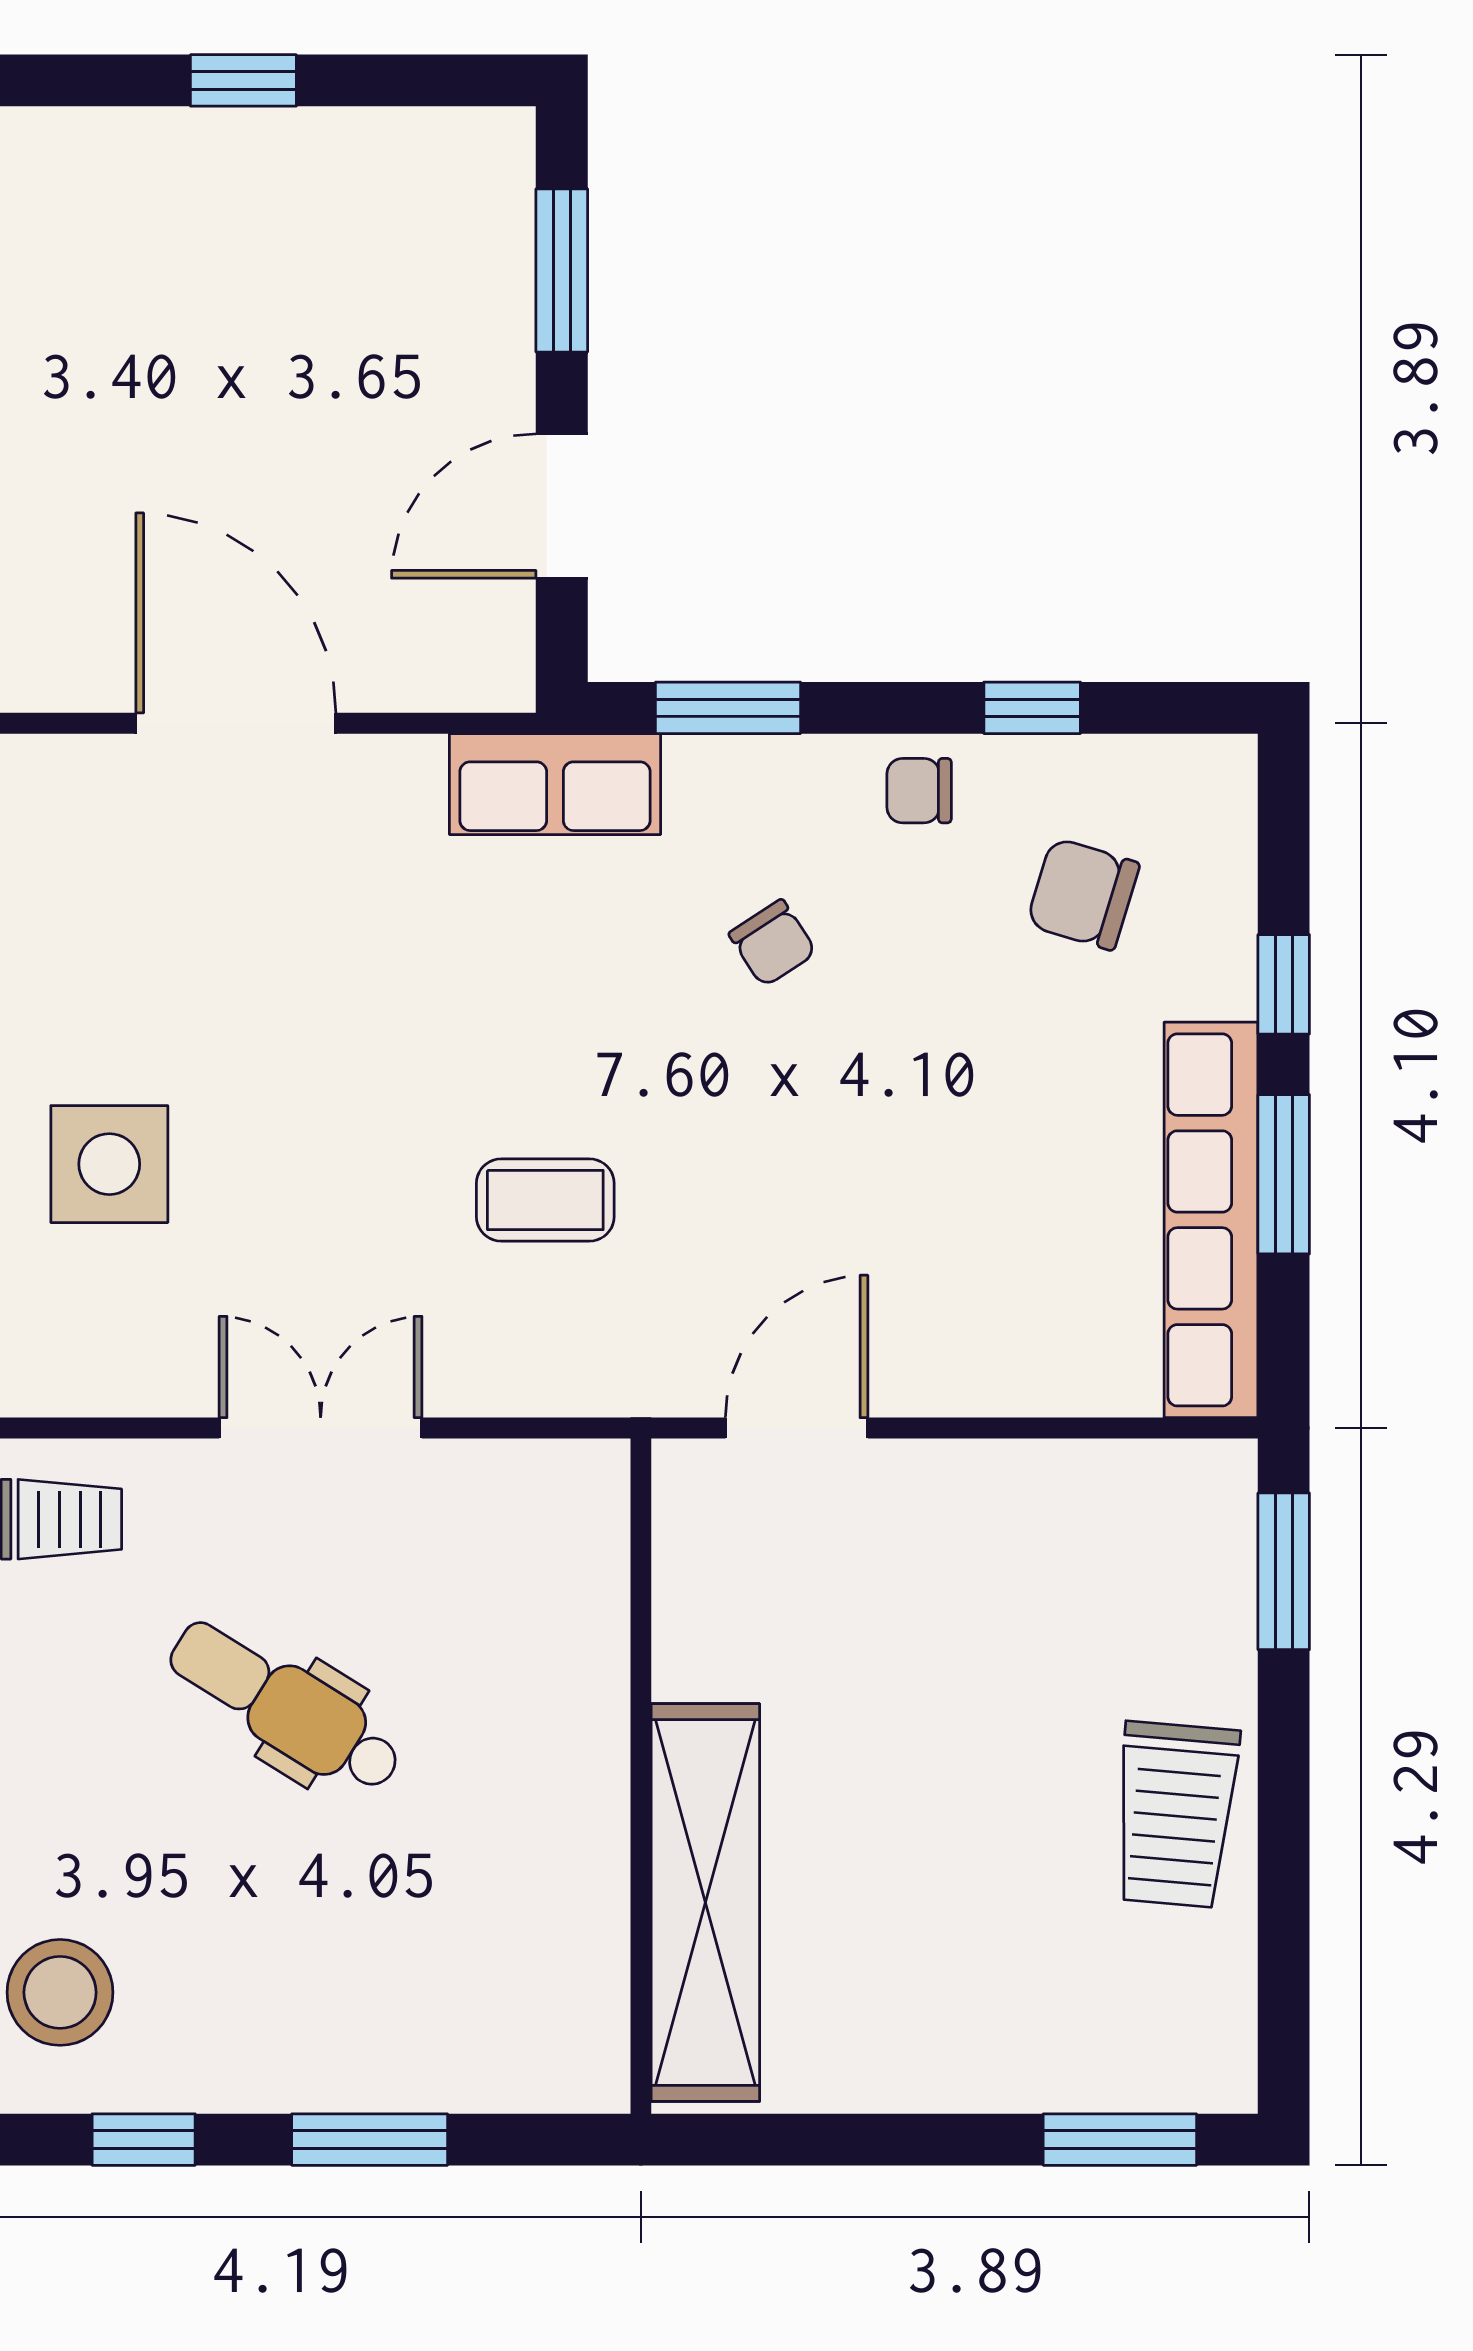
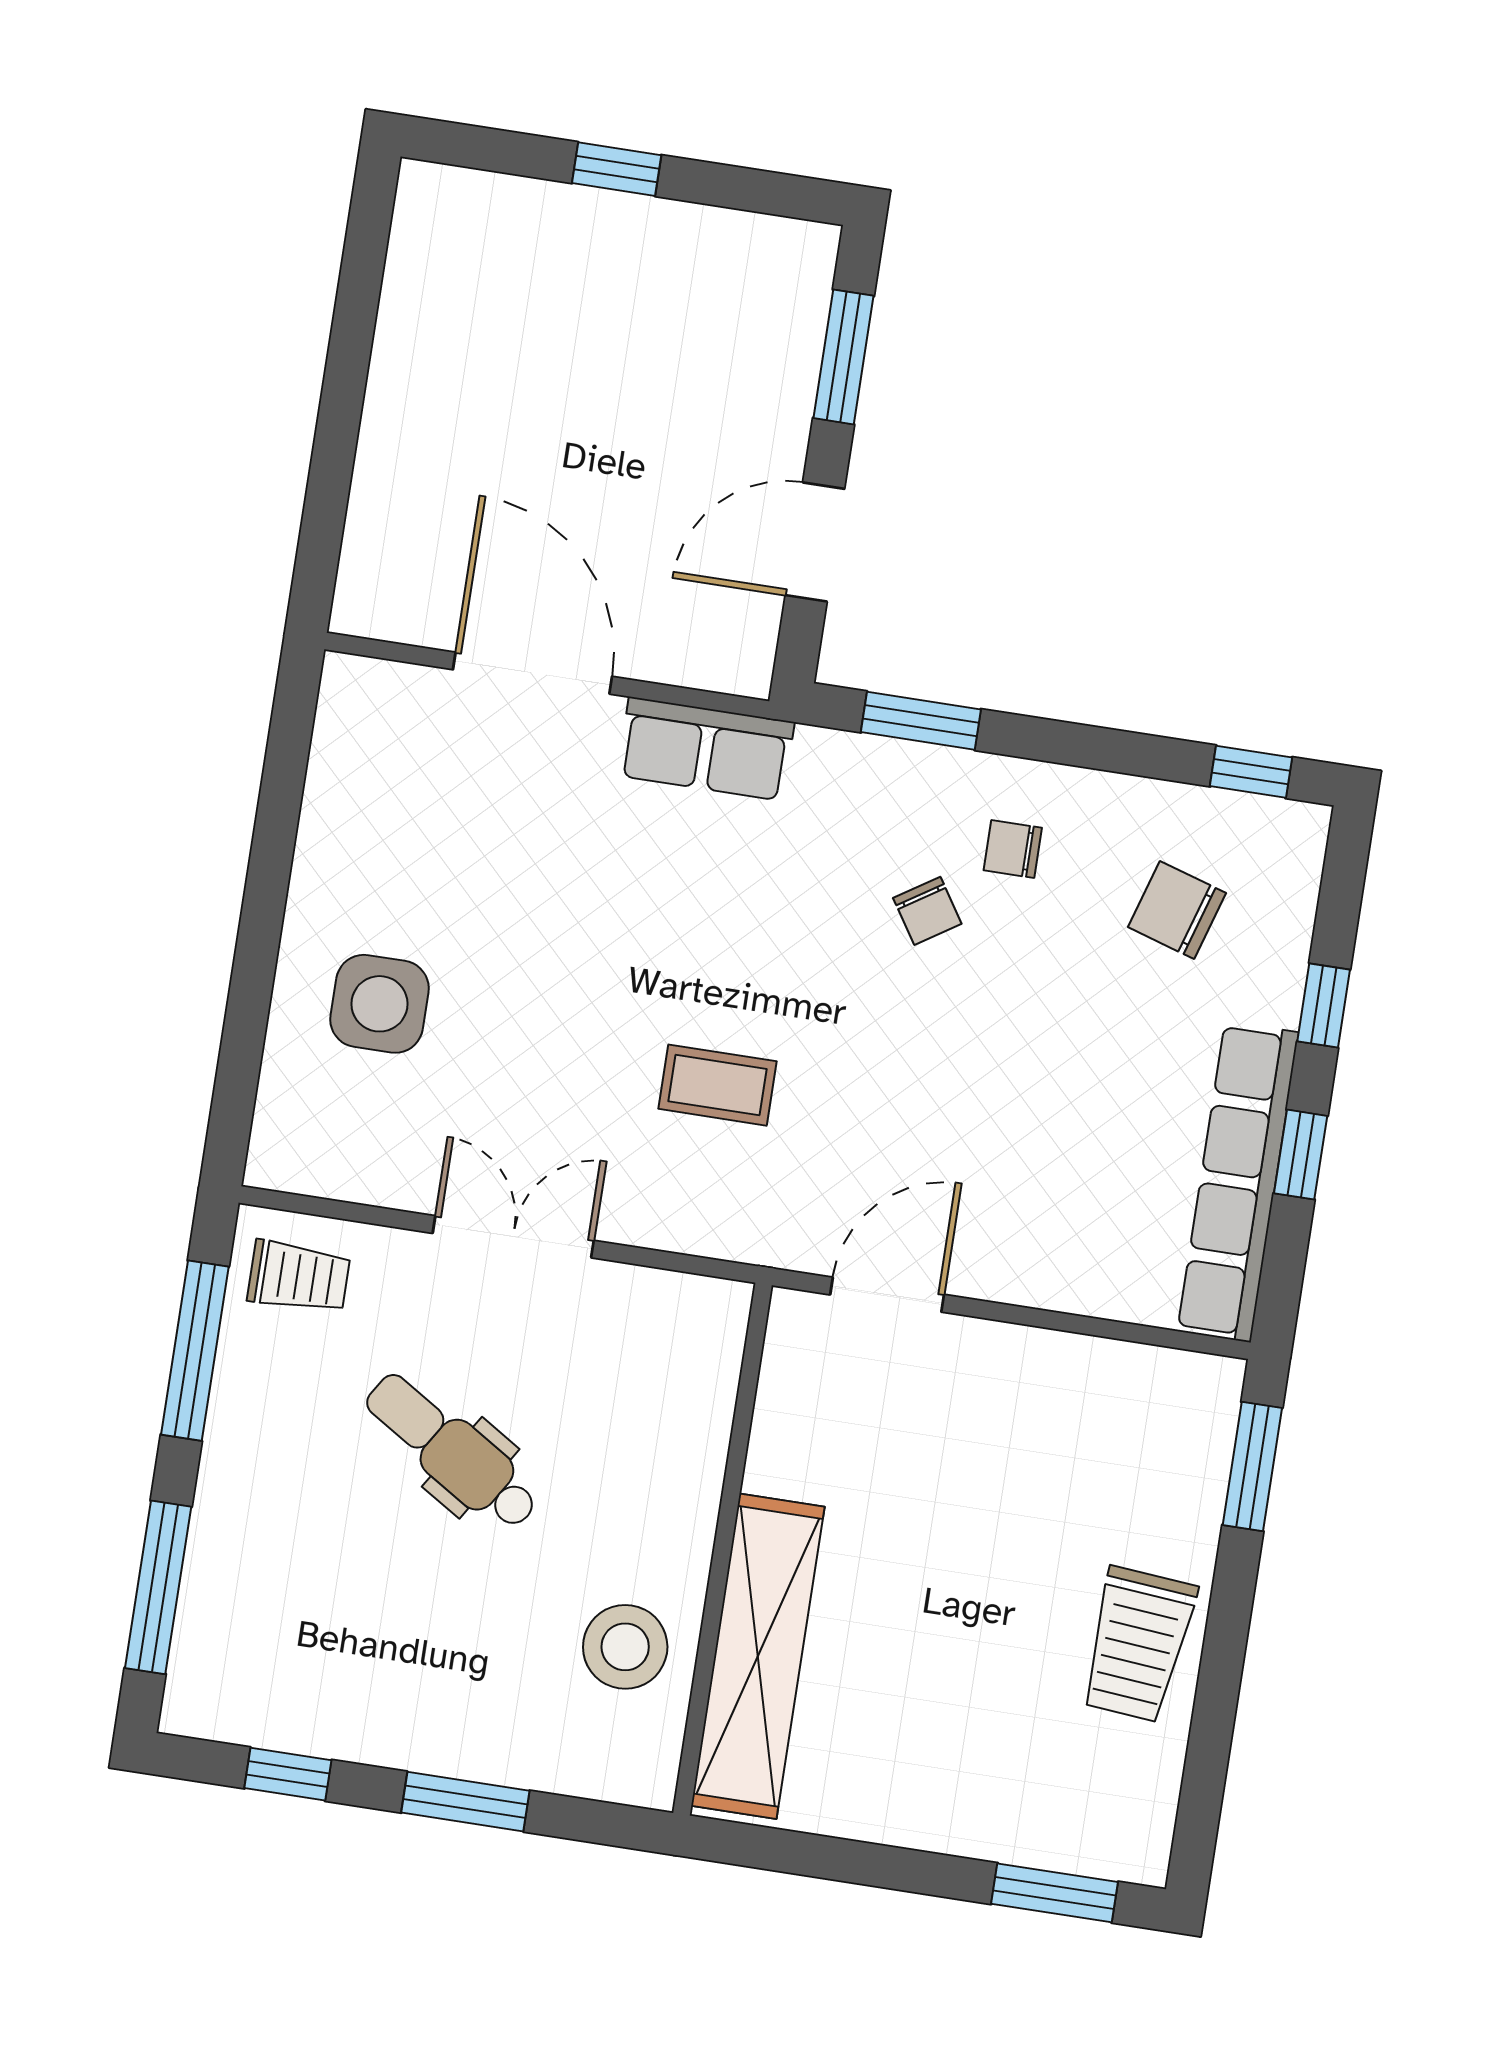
window: (1032, 708) -> (1251, 772), moved
row of seats: (555, 784) -> (706, 749), moved
chair: (919, 791) -> (1013, 849), moved
window: (1284, 1174) -> (1301, 1155), width x0.67
stool: (60, 1992) -> (625, 1647), moved

